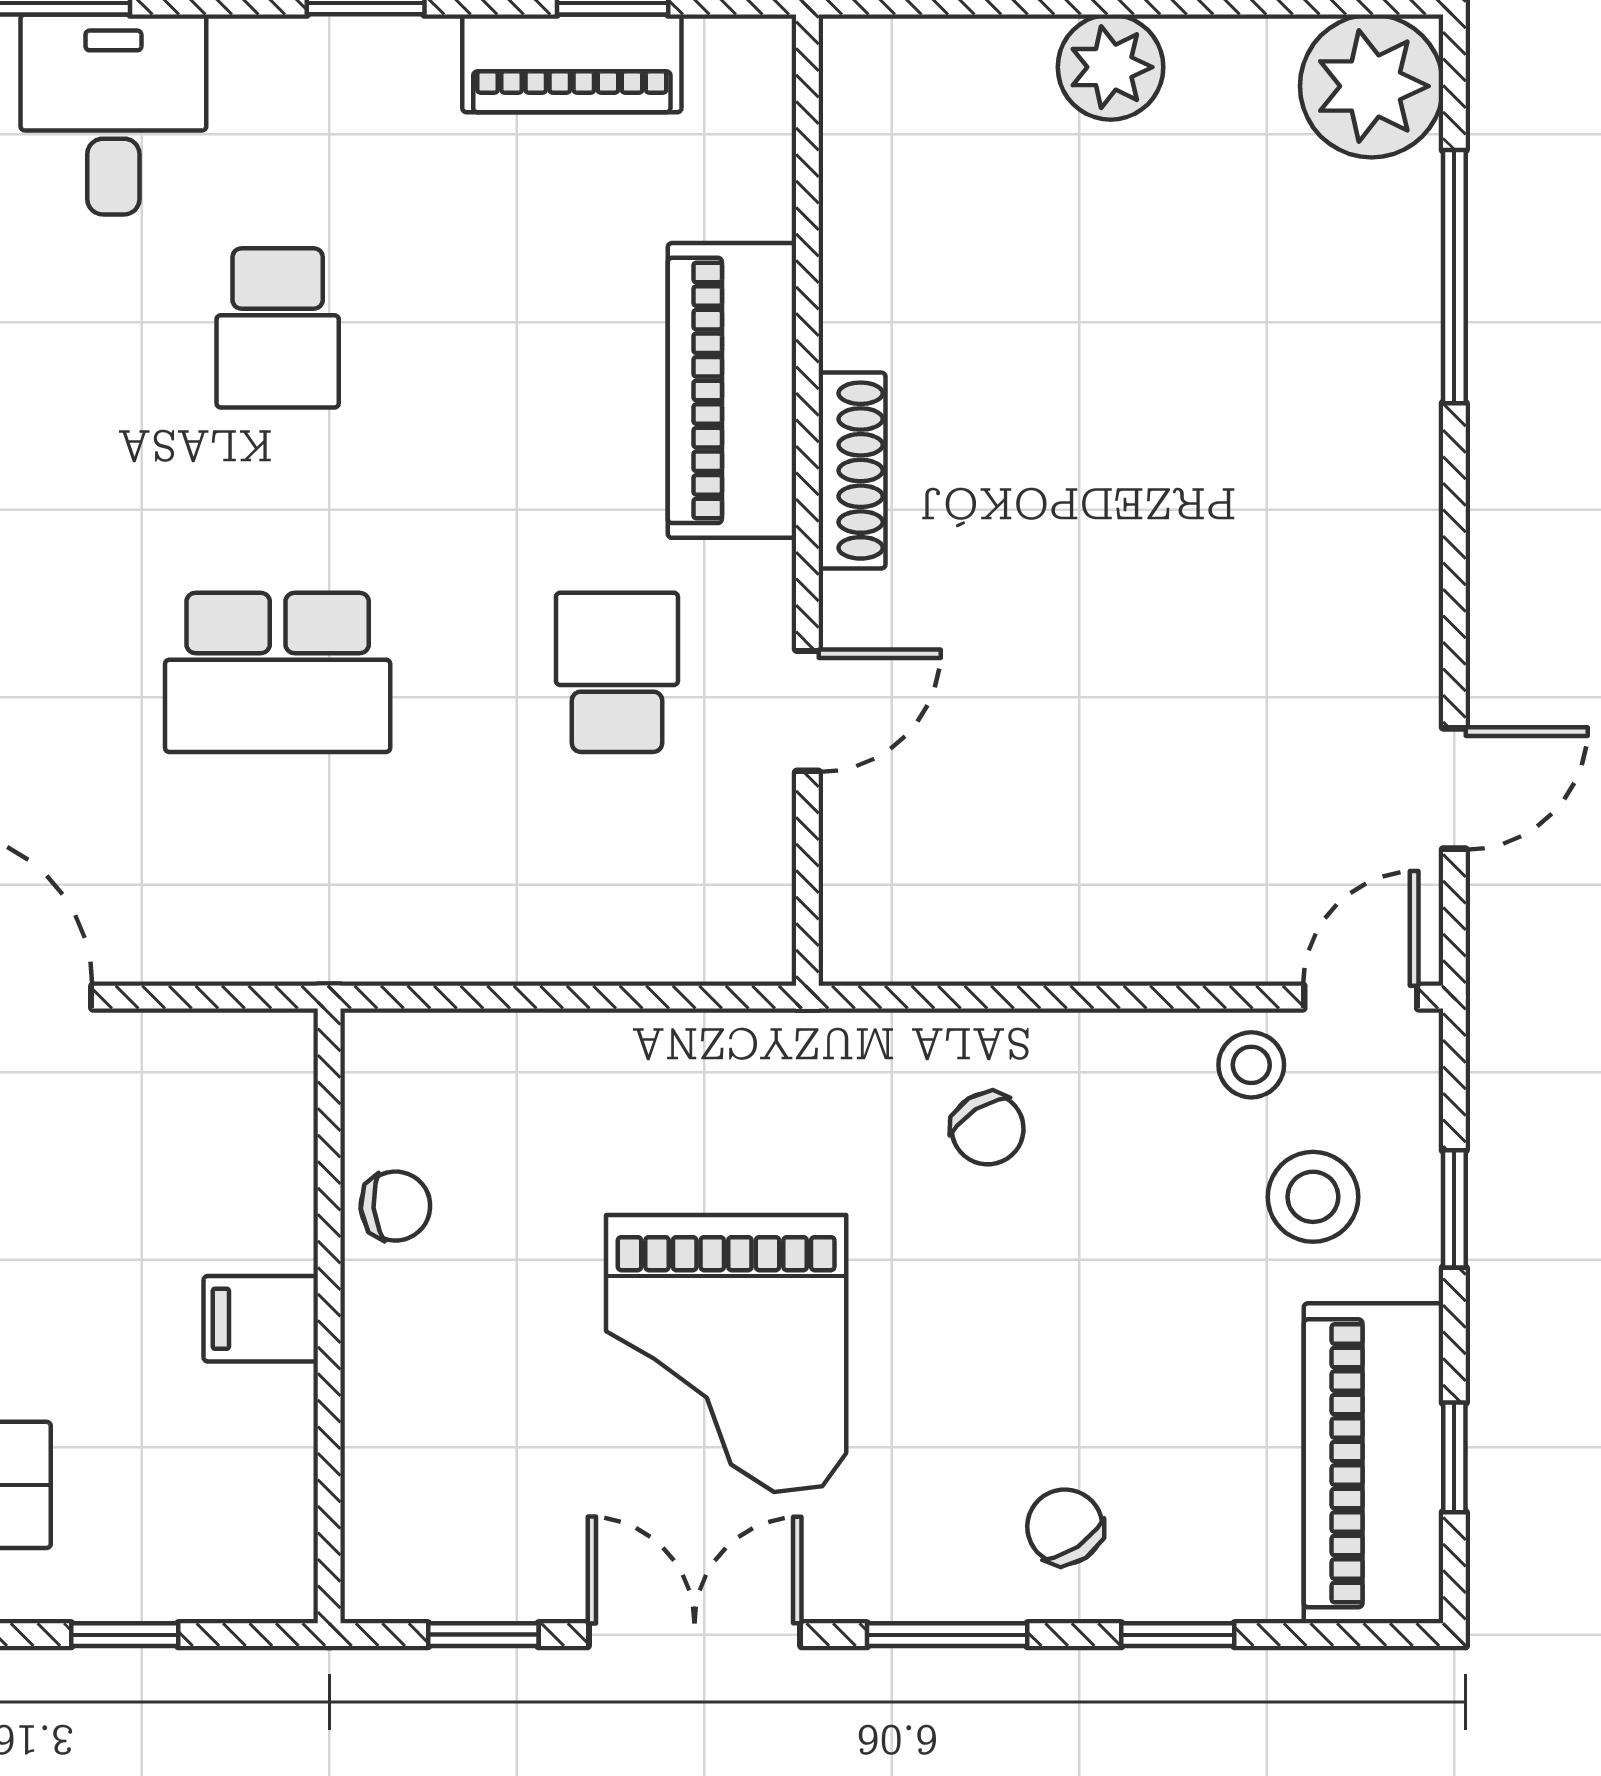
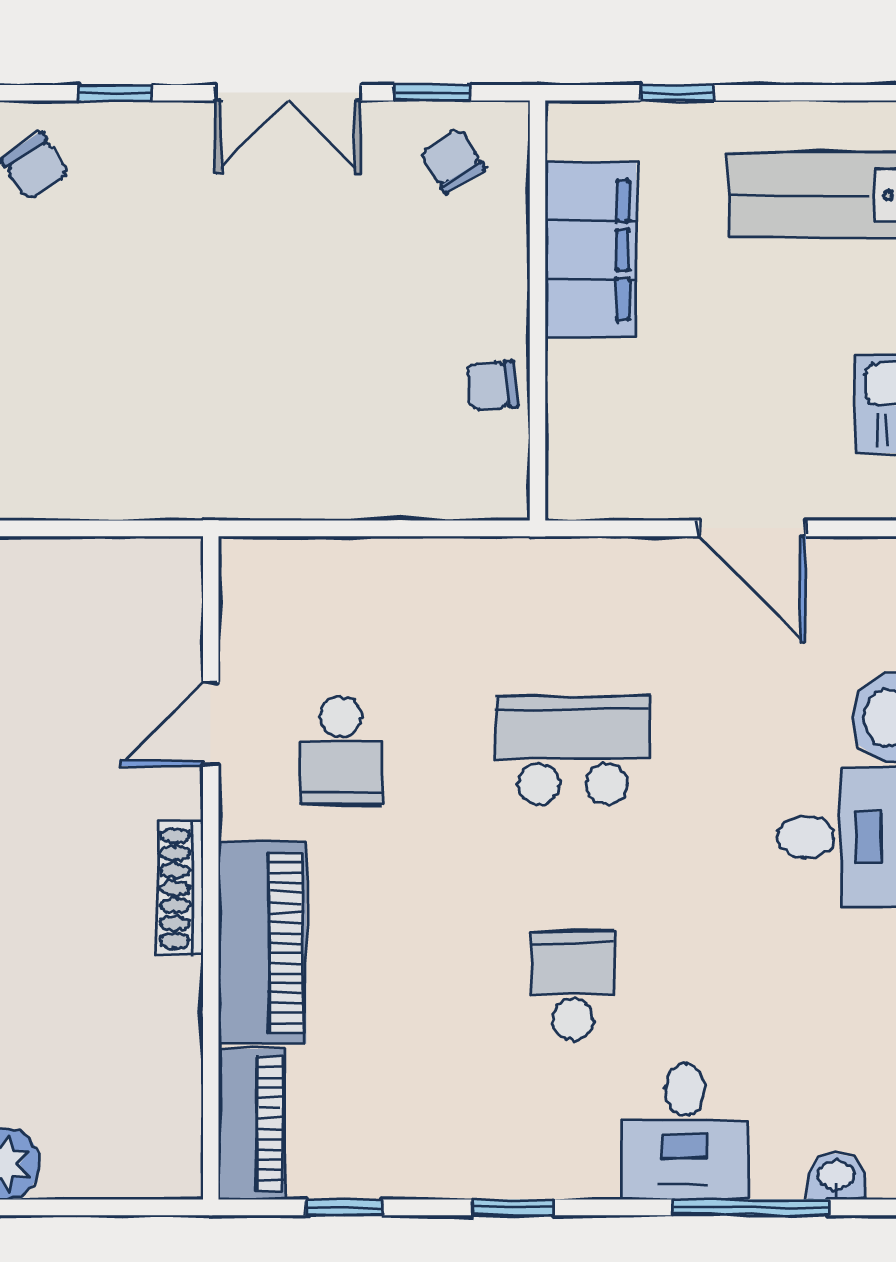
piano: (572, 63) -> (252, 1124), moved, turned 90
chair: (988, 1129) -> (453, 161), moved
filing cabinet: (261, 1319) -> (591, 250), width x3.00, depth x1.17
grand piano: (726, 1353) -> (266, 285), removed
window: (947, 1635) -> (115, 93), width x0.67

